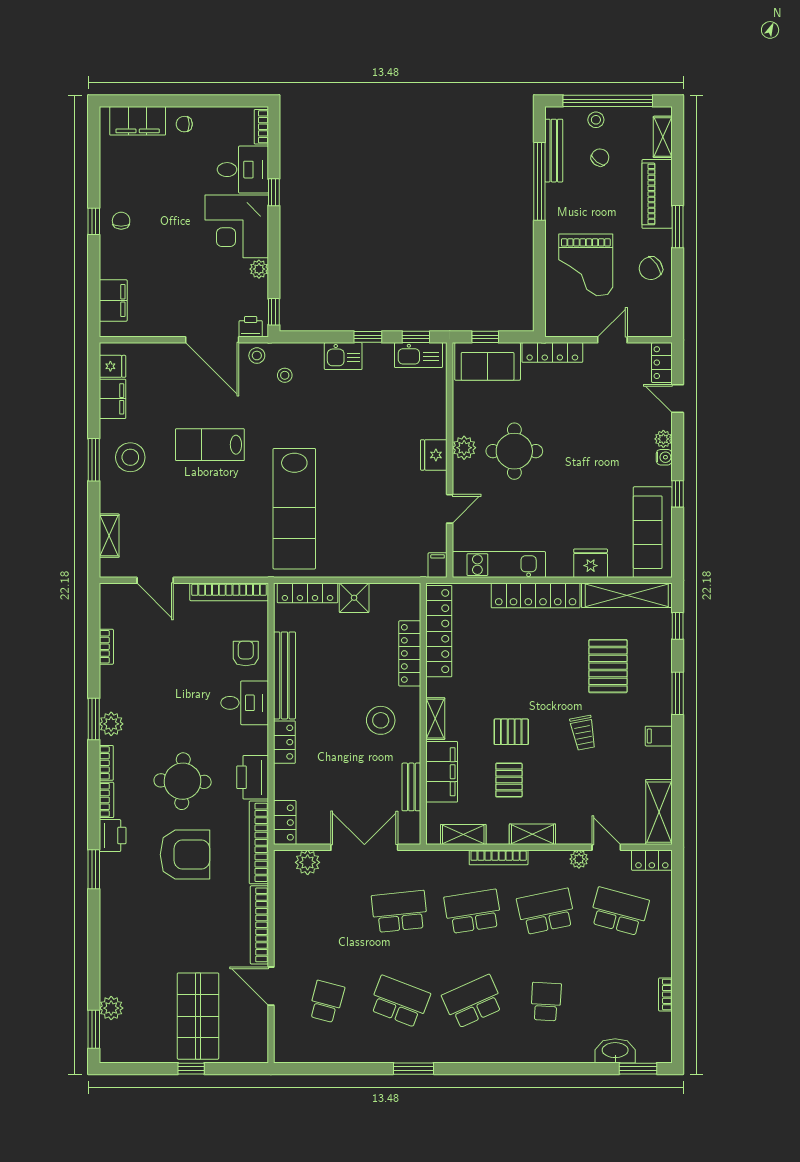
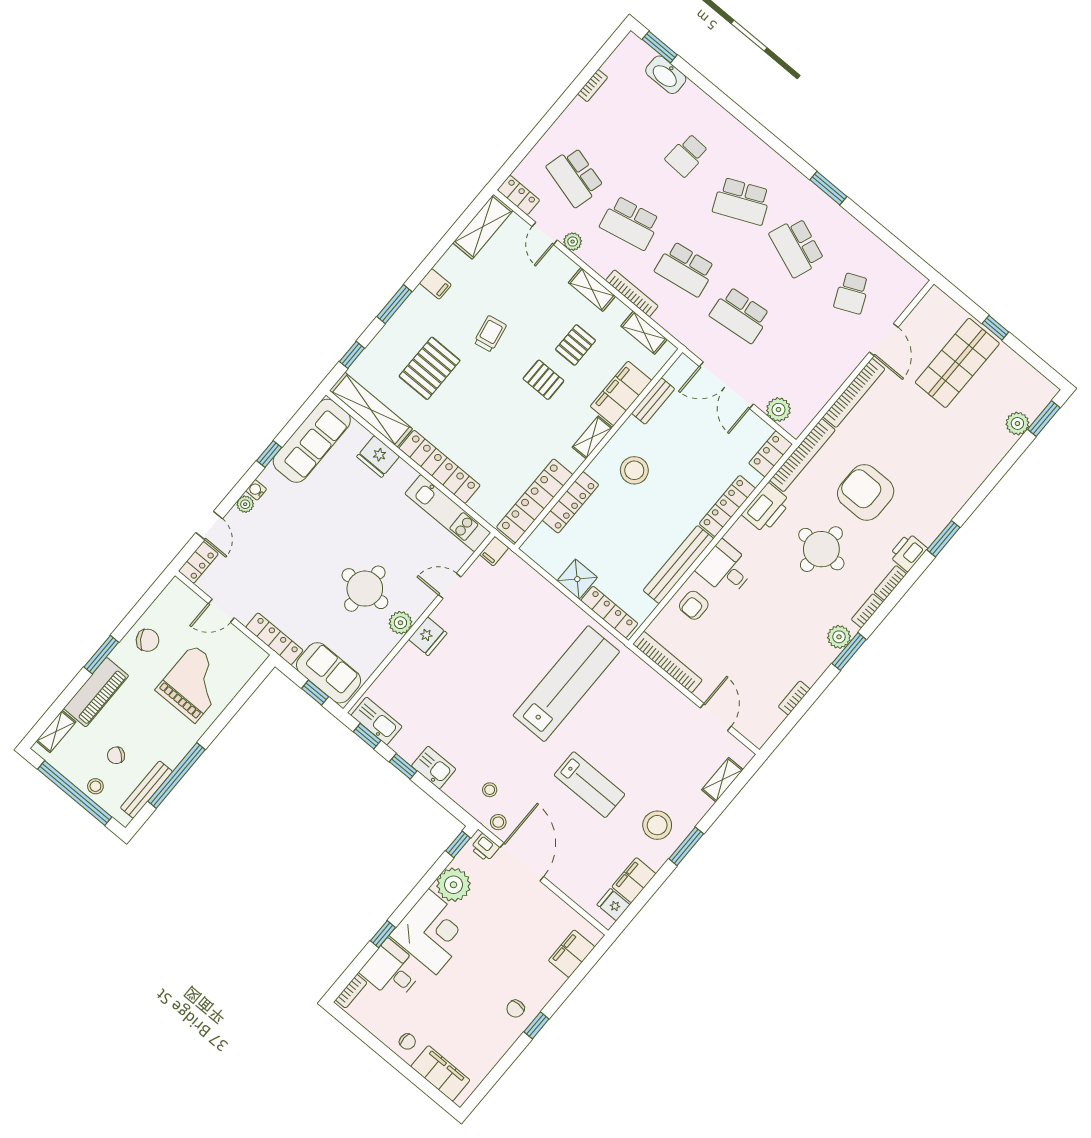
plant: (259, 269) -> (454, 885), width x1.88, depth x1.88
locker: (284, 742) -> (727, 506), width x1.53
school desk: (326, 1002) -> (852, 293), turned -39

